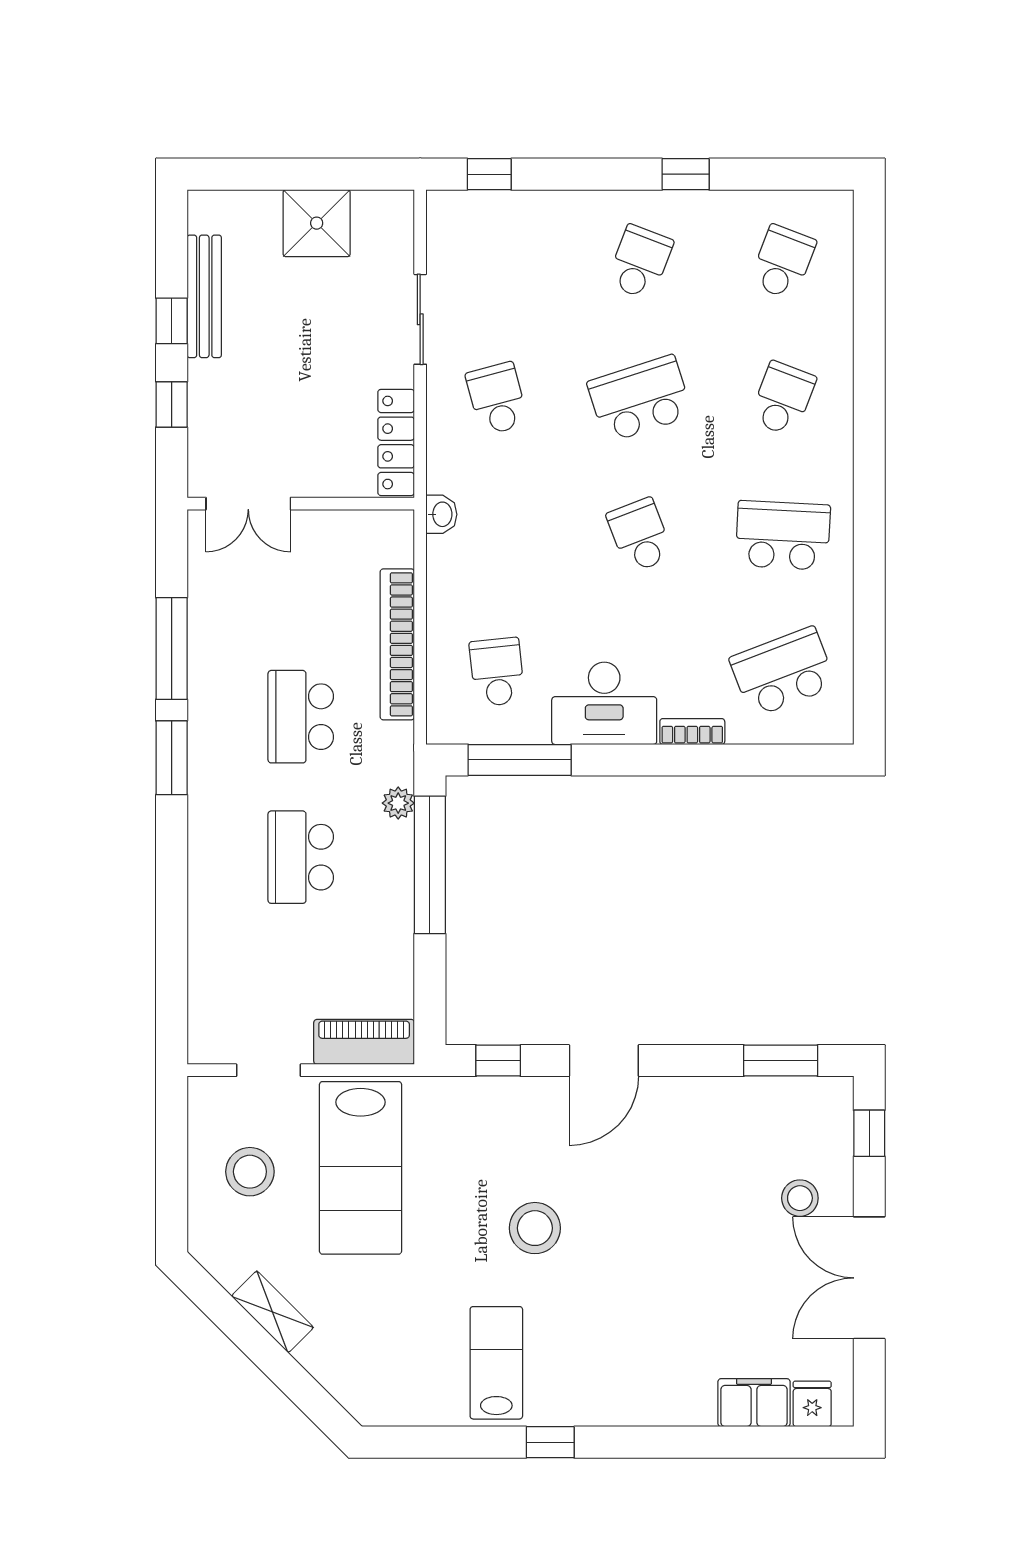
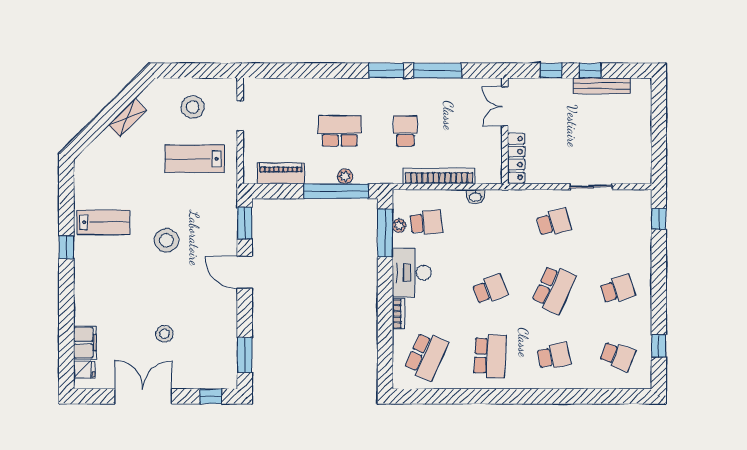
window: (686, 174) -> (659, 346), moved
shower: (317, 223) -> (636, 138), removed
school desk: (640, 262) -> (618, 289), turned -39
school desk: (640, 399) -> (554, 289), turned 42
school desk: (783, 399) -> (554, 356), turned -33
locker: (396, 442) -> (516, 158), moved, turned 90
washbasin: (441, 514) -> (475, 197), moved
school desk: (783, 672) -> (426, 356), turned 45
school desk: (301, 717) -> (405, 131), width x0.54
plant: (504, 730) -> (399, 226), added
plant: (398, 803) -> (345, 176), moved
piano: (364, 1042) -> (281, 173), moved, turned -90
window: (498, 1061) -> (245, 223), width x1.50
lab bench: (361, 1168) -> (195, 159), width x0.73, depth x0.72
stool: (800, 1198) -> (164, 334), moved

